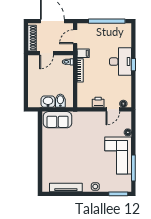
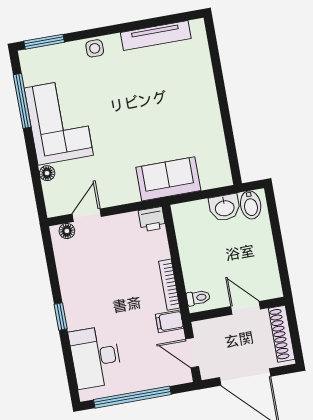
door: (75, 37) -> (192, 353), swing flipped
door: (47, 53) -> (246, 308), hinge flipped
desk: (120, 62) -> (96, 357), moved
bidet: (60, 101) -> (251, 205), moved
printer: (98, 102) -> (152, 219), moved
sofa: (58, 120) -> (168, 179), moved

